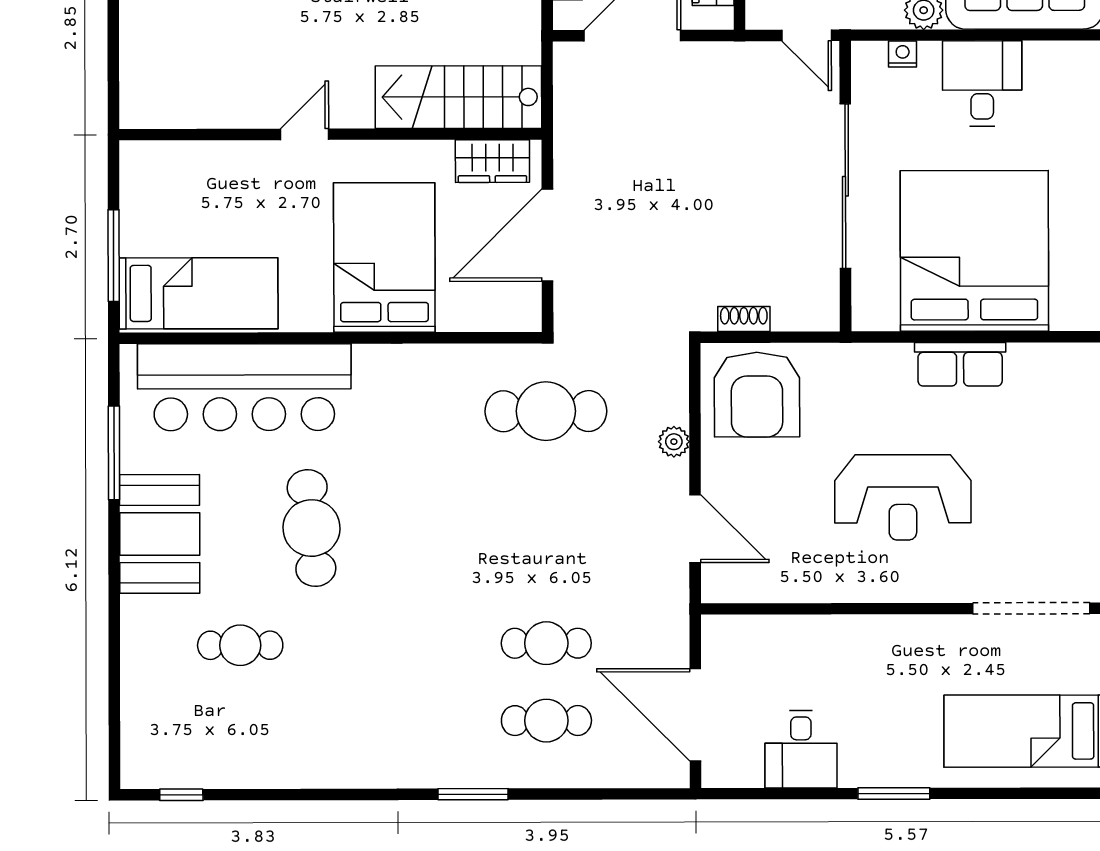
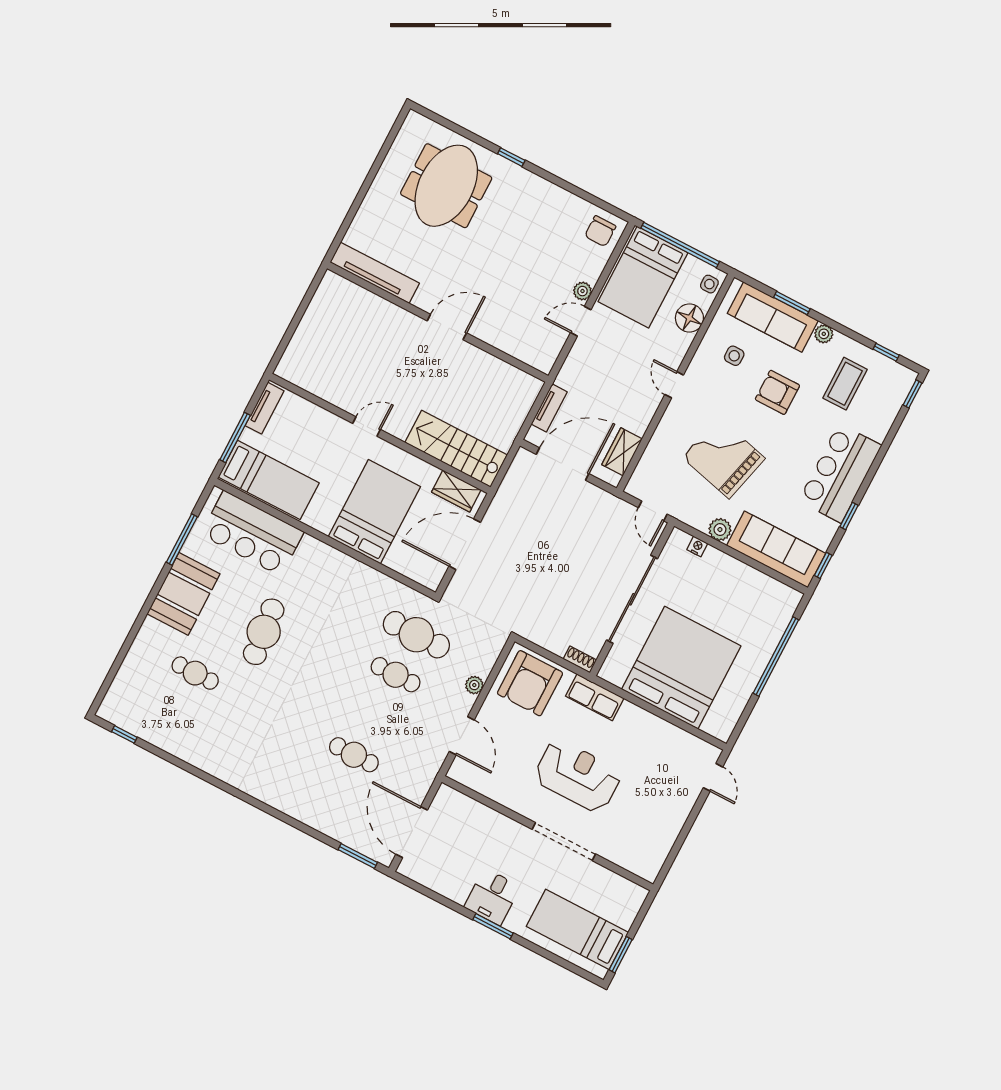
desk: (982, 83) -> (730, 583), removed
tv unit: (135, 188) -> (265, 408), added
shoe rack: (744, 319) -> (580, 659), moved
row of seats: (960, 364) -> (595, 697), moved
bar counter: (244, 387) -> (252, 533), width x0.73
reception desk: (903, 497) -> (578, 776), turned 180
doorway: (1031, 608) -> (564, 842), moved
cafe table: (546, 721) -> (396, 675), moved
desk: (801, 749) -> (492, 897), moved
window: (473, 794) -> (358, 856), moved

